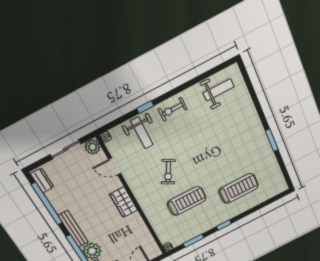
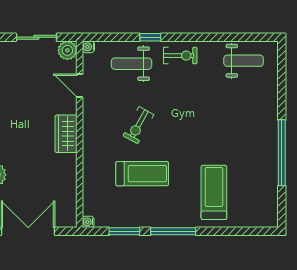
exercise bike: (173, 109) -> (180, 56), turned 180
weight bench: (142, 133) -> (132, 64), turned 90
window: (272, 140) -> (282, 153), width x2.11
treadmill: (239, 189) -> (214, 192), turned -90
window: (224, 225) -> (173, 231), width x2.17

